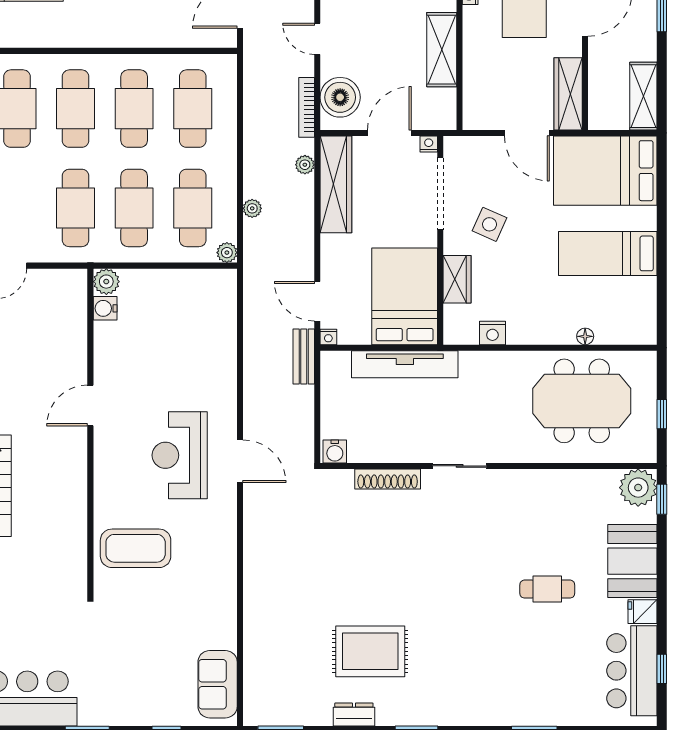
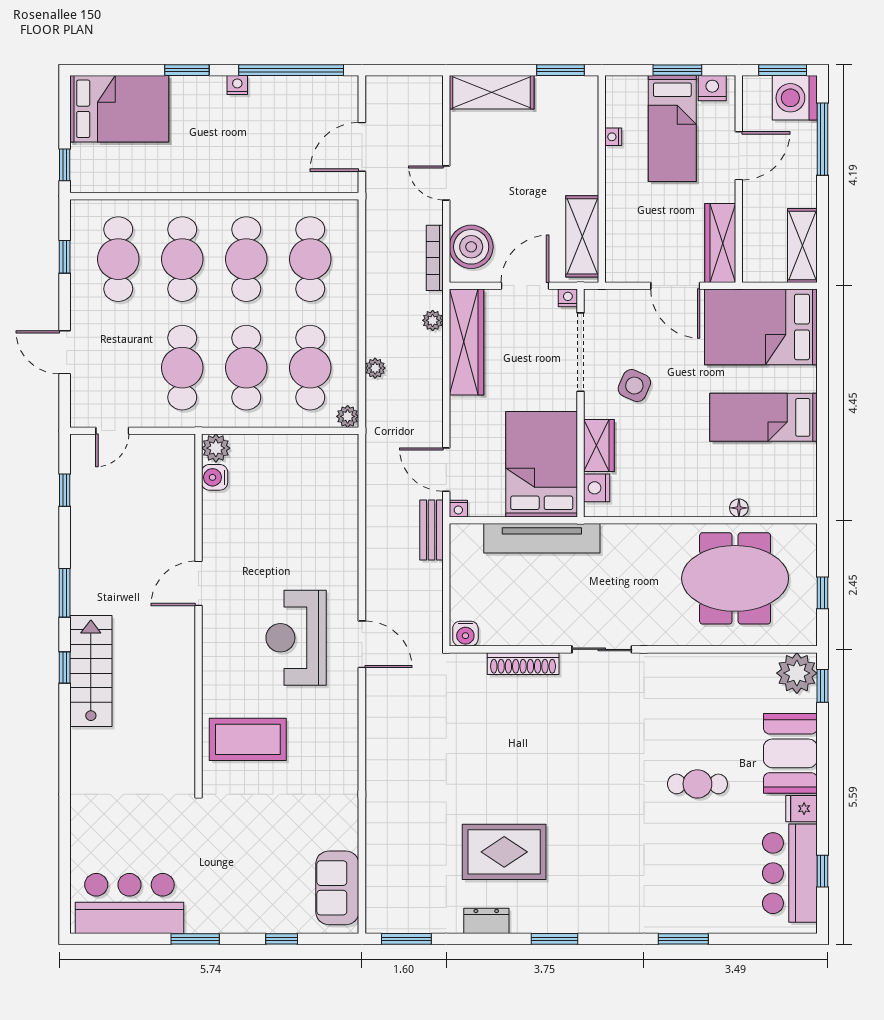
shelving: (442, 50) -> (582, 236), moved
nightstand: (492, 333) -> (597, 488), moved, turned 90

